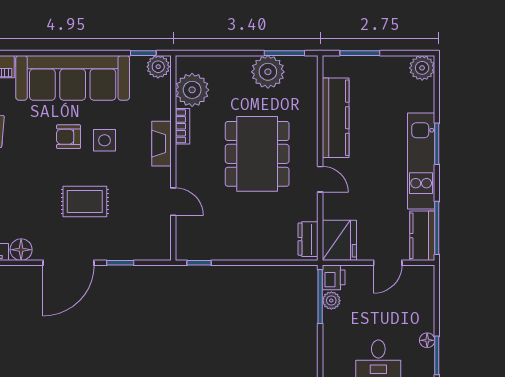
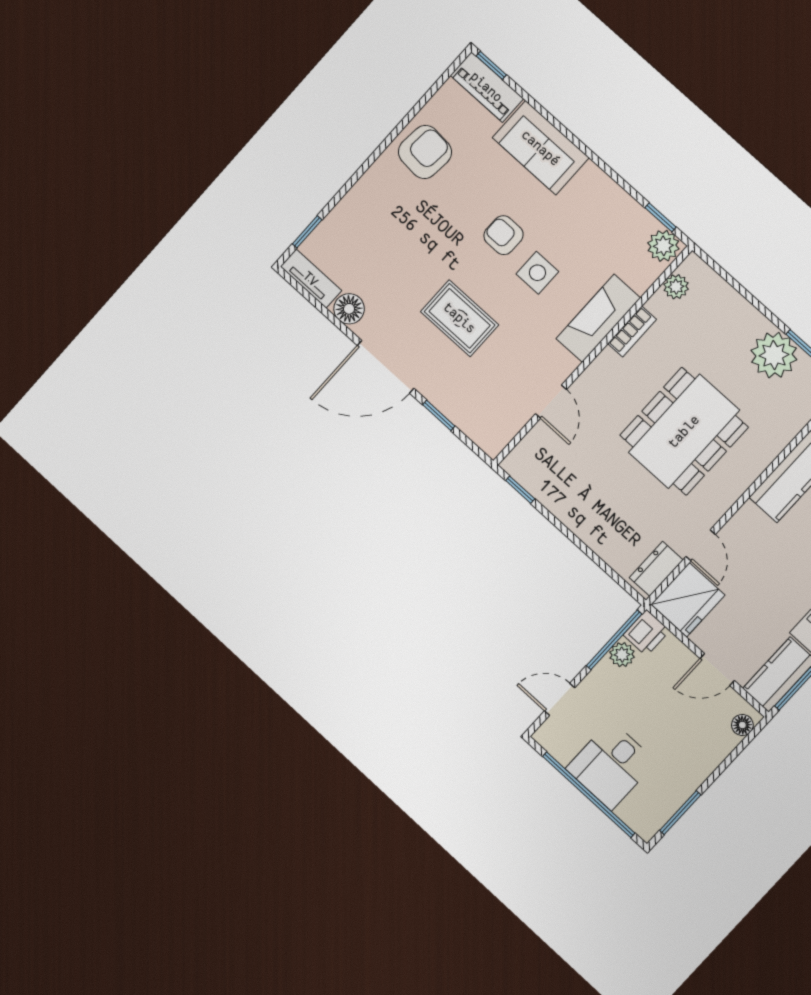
sofa: (73, 78) -> (541, 148), width x0.54, depth x0.79
plant: (192, 90) -> (676, 287), width x0.53, depth x0.53
fireplace: (161, 144) -> (598, 318), width x1.37, depth x1.32
door: (320, 179) -> (701, 545), moved
floor lamp: (427, 340) -> (742, 725), moved
door: (320, 354) -> (560, 699), added

